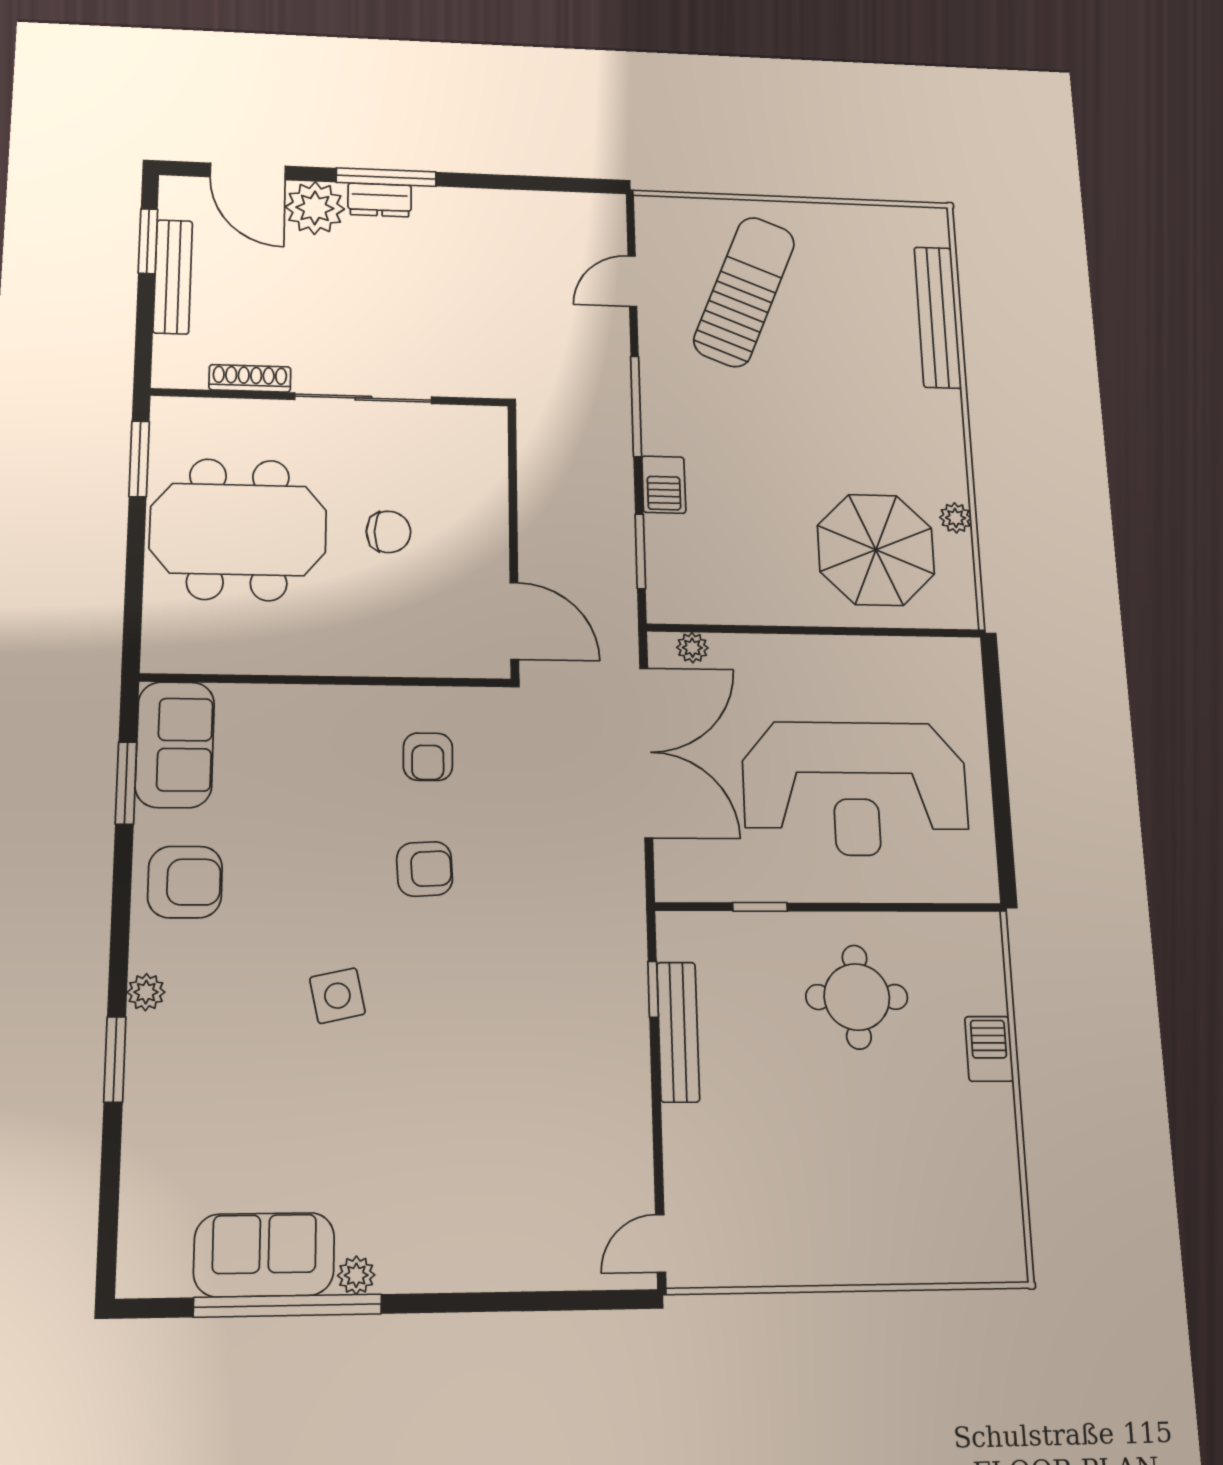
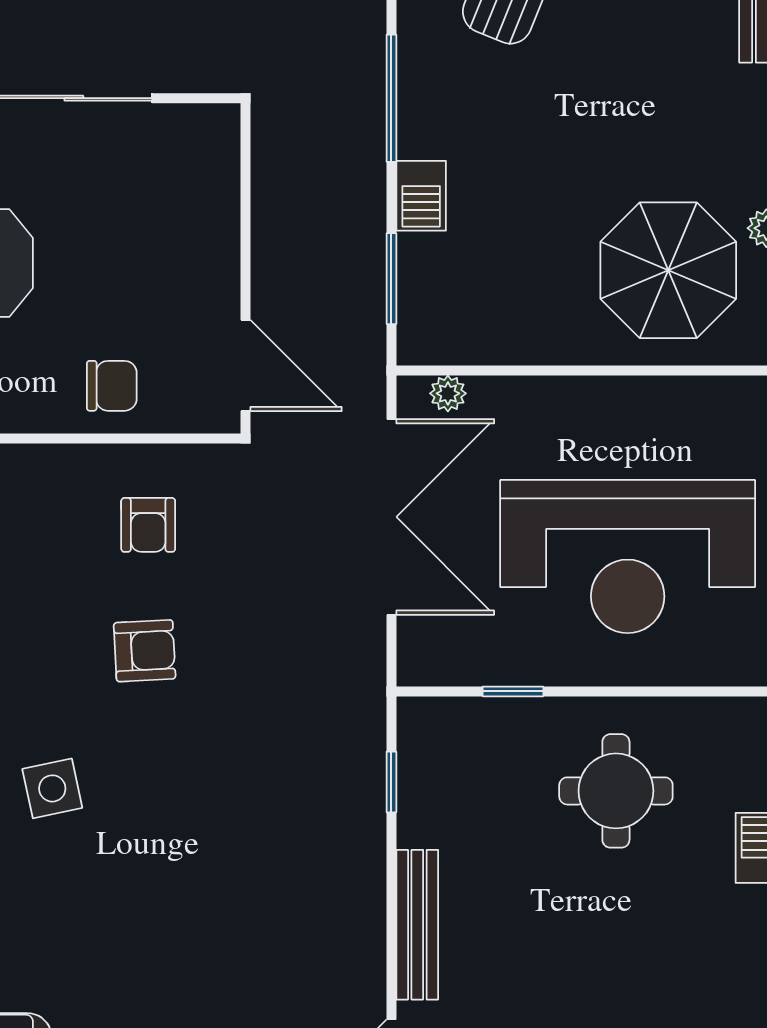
chair: (388, 532) -> (112, 386), moved
bench: (678, 1032) -> (417, 925), moved

